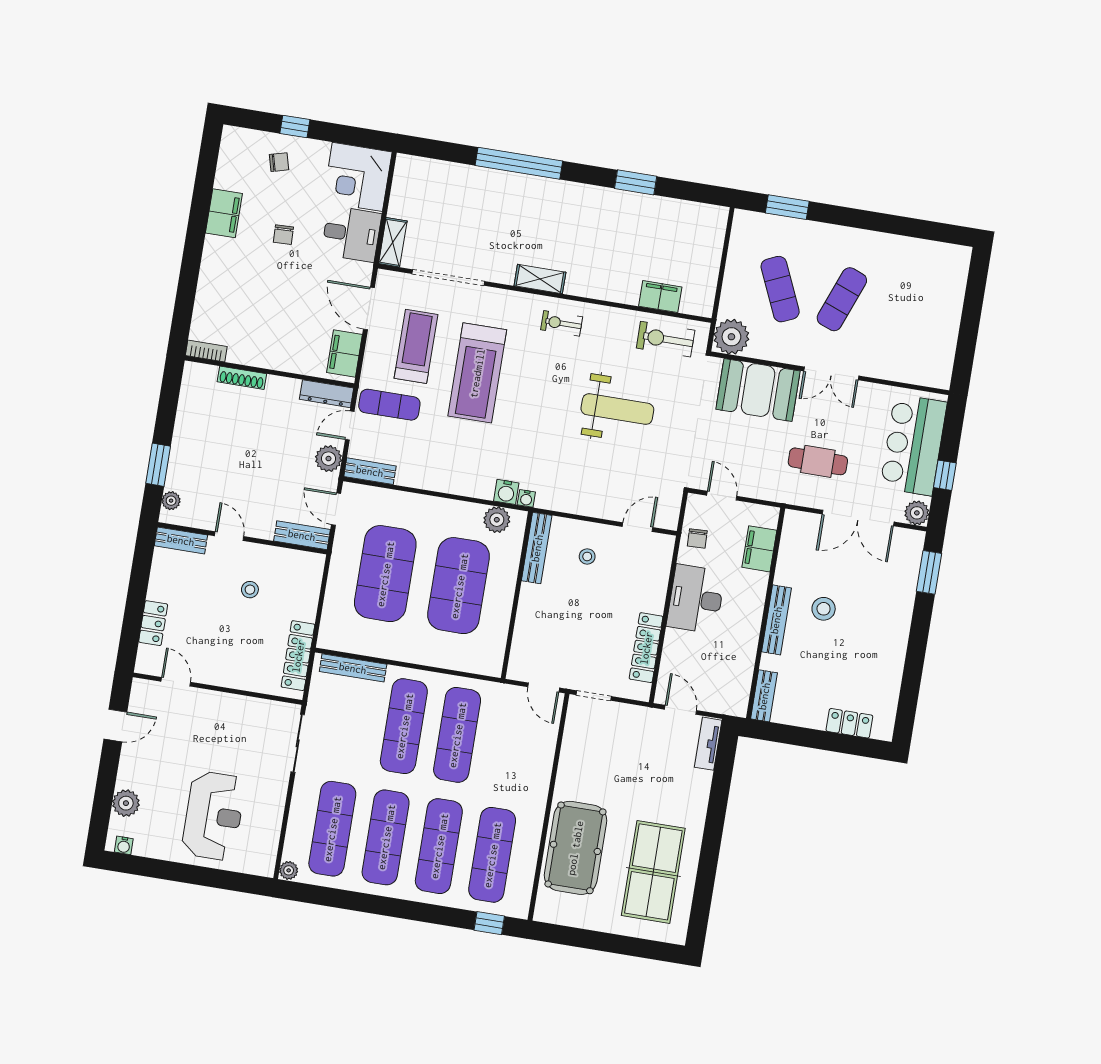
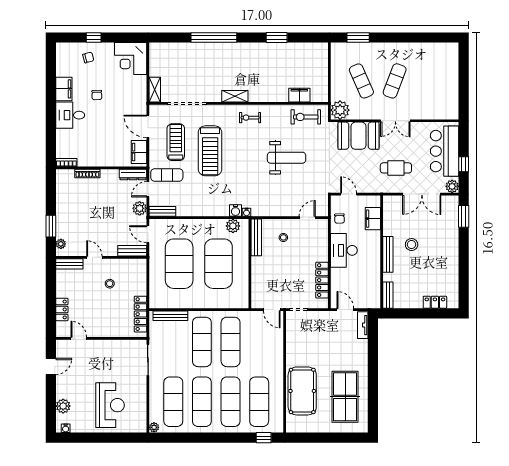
desk: (351, 234) -> (70, 115), moved, turned 180

